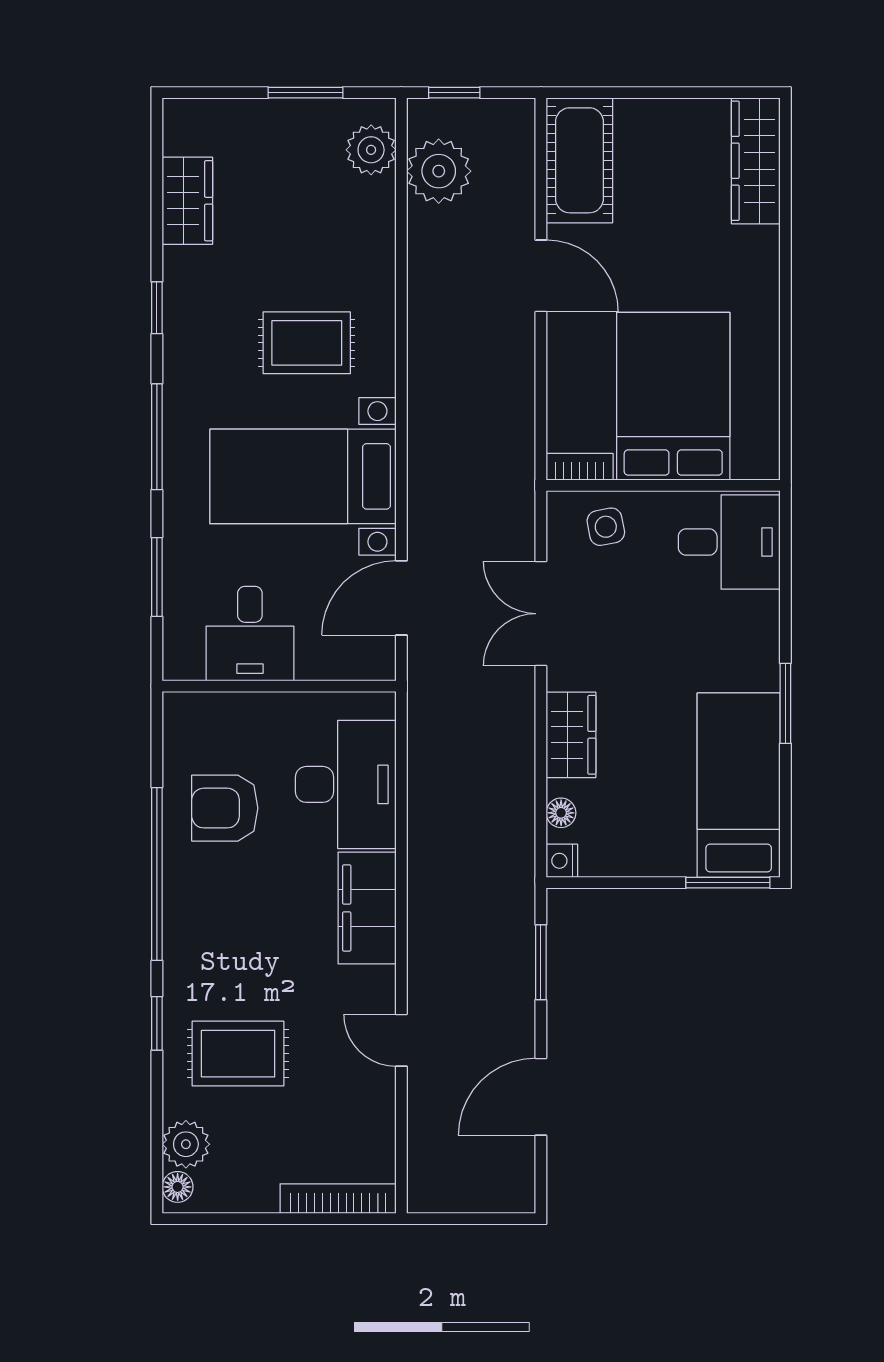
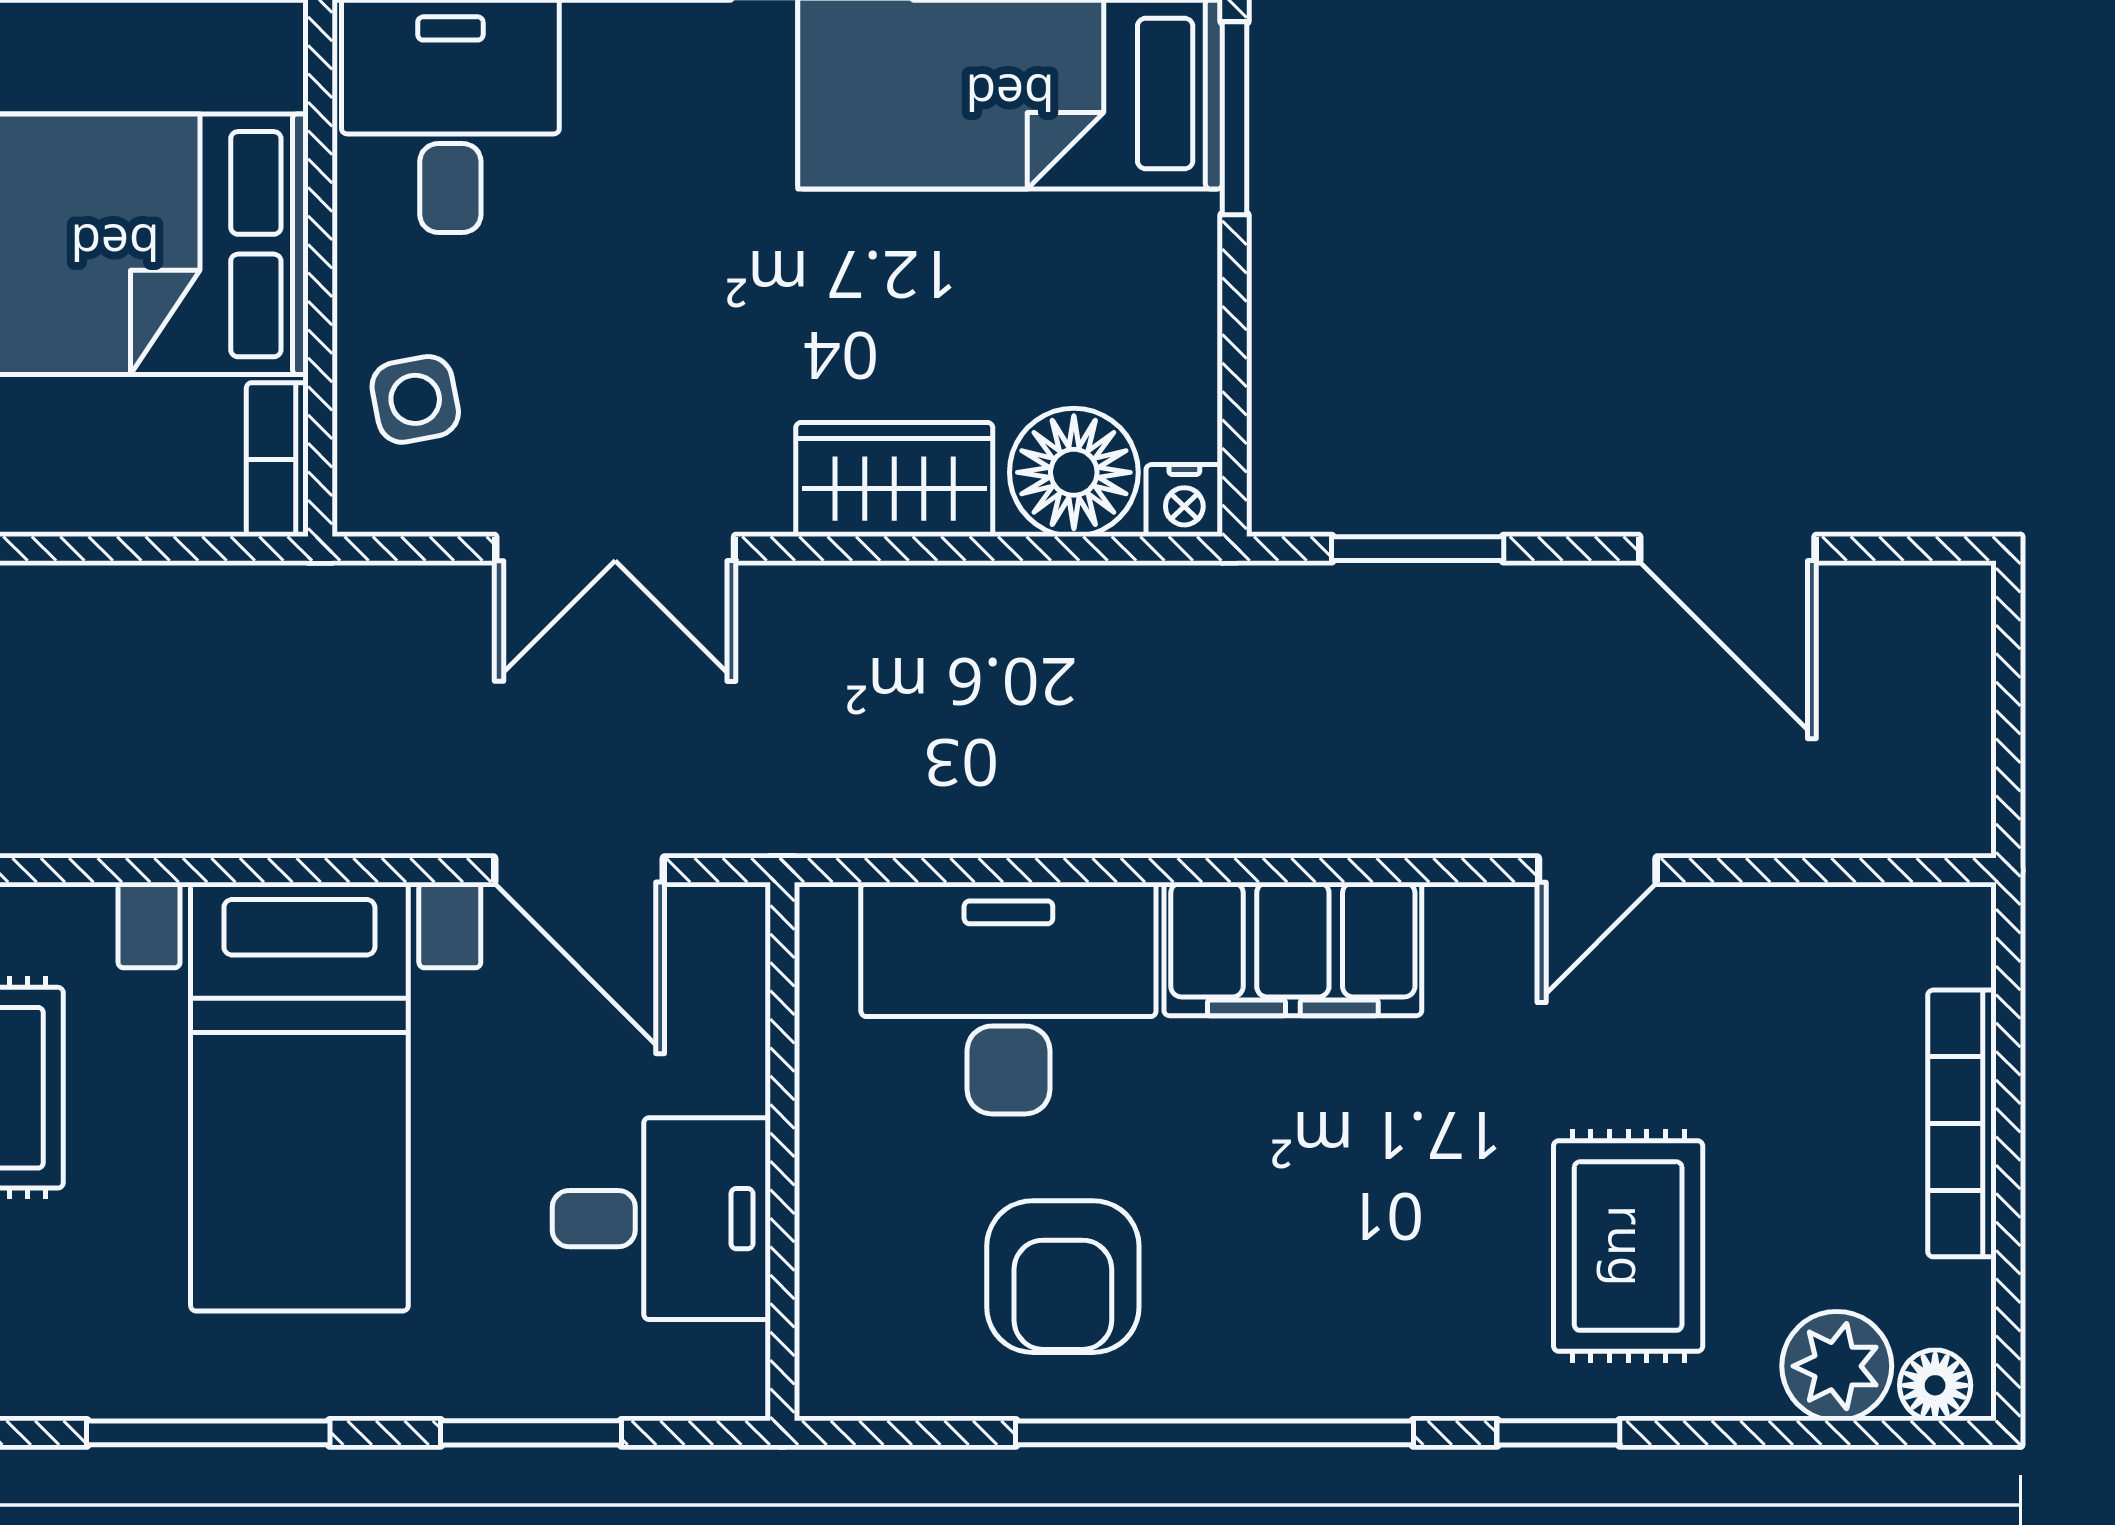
floor lamp: (561, 813) -> (1074, 472), width x1.89, depth x1.89
bookcase: (338, 1199) -> (1962, 1123), moved

